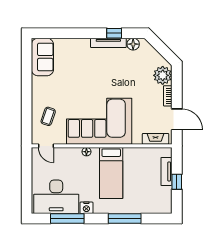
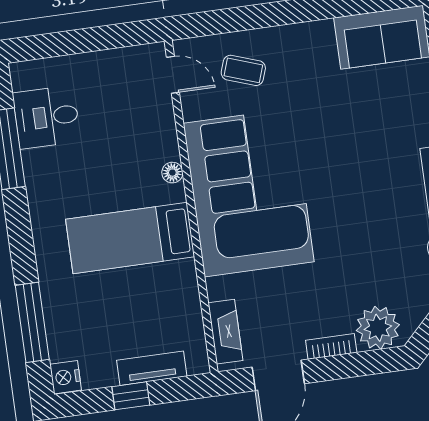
door: (46, 146) -> (173, 75), swing flipped
desk: (56, 197) -> (47, 117), width x0.53, depth x0.77
nightstand: (86, 208) -> (66, 377), moved
window: (125, 218) -> (32, 322), moved

